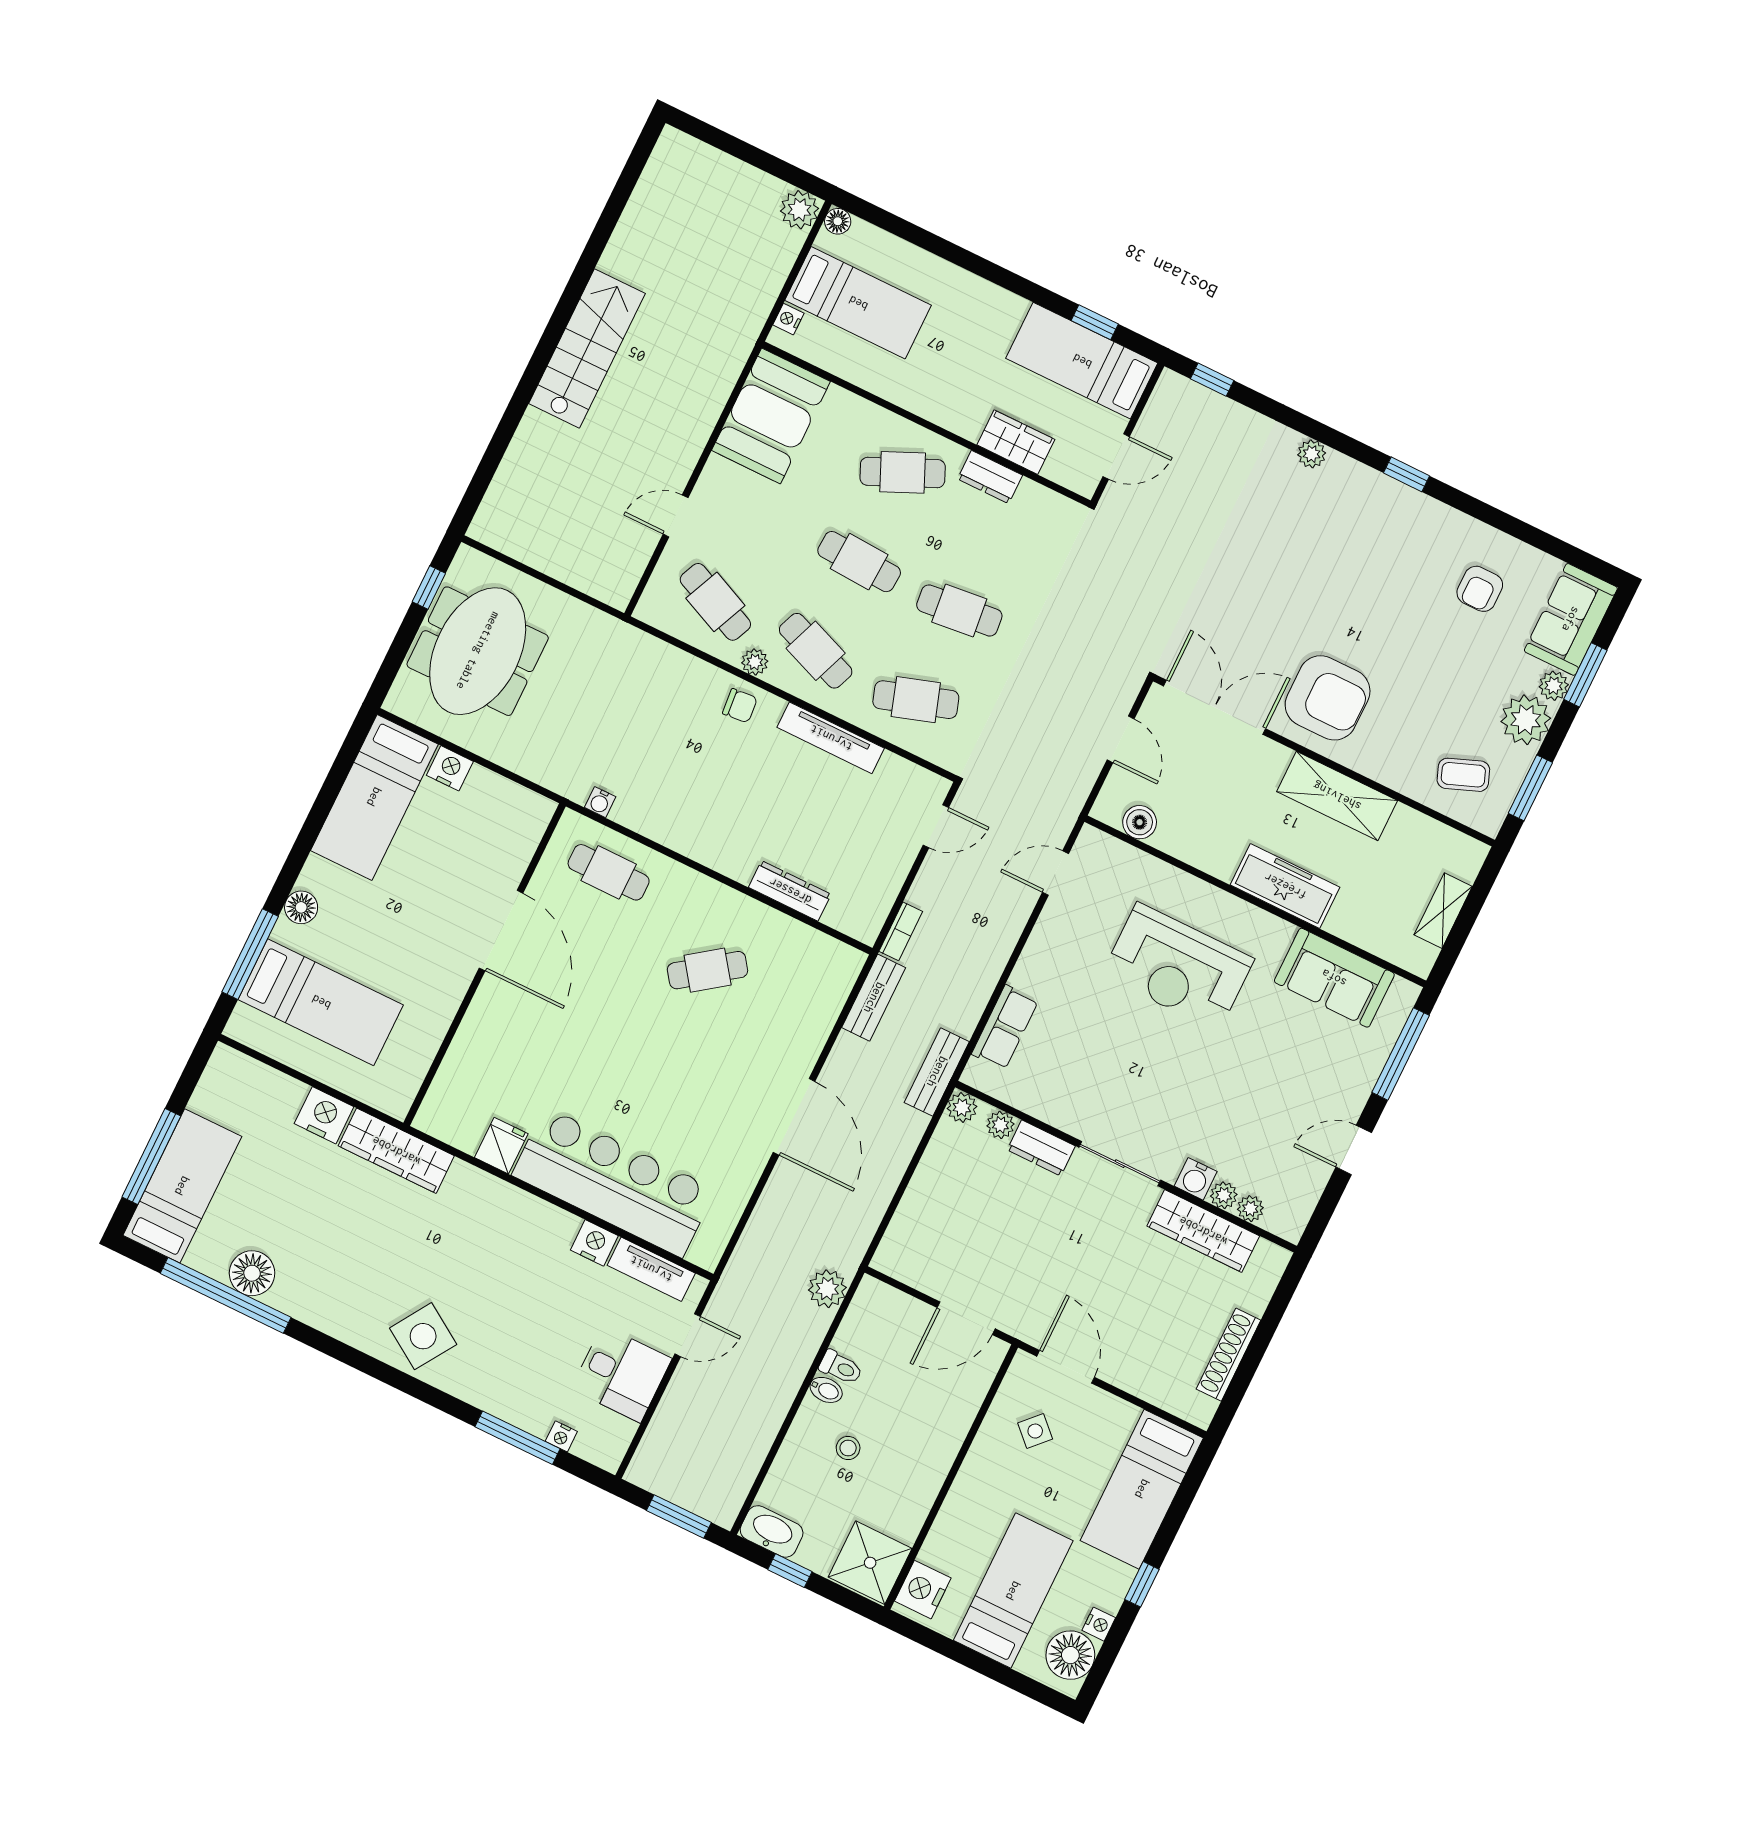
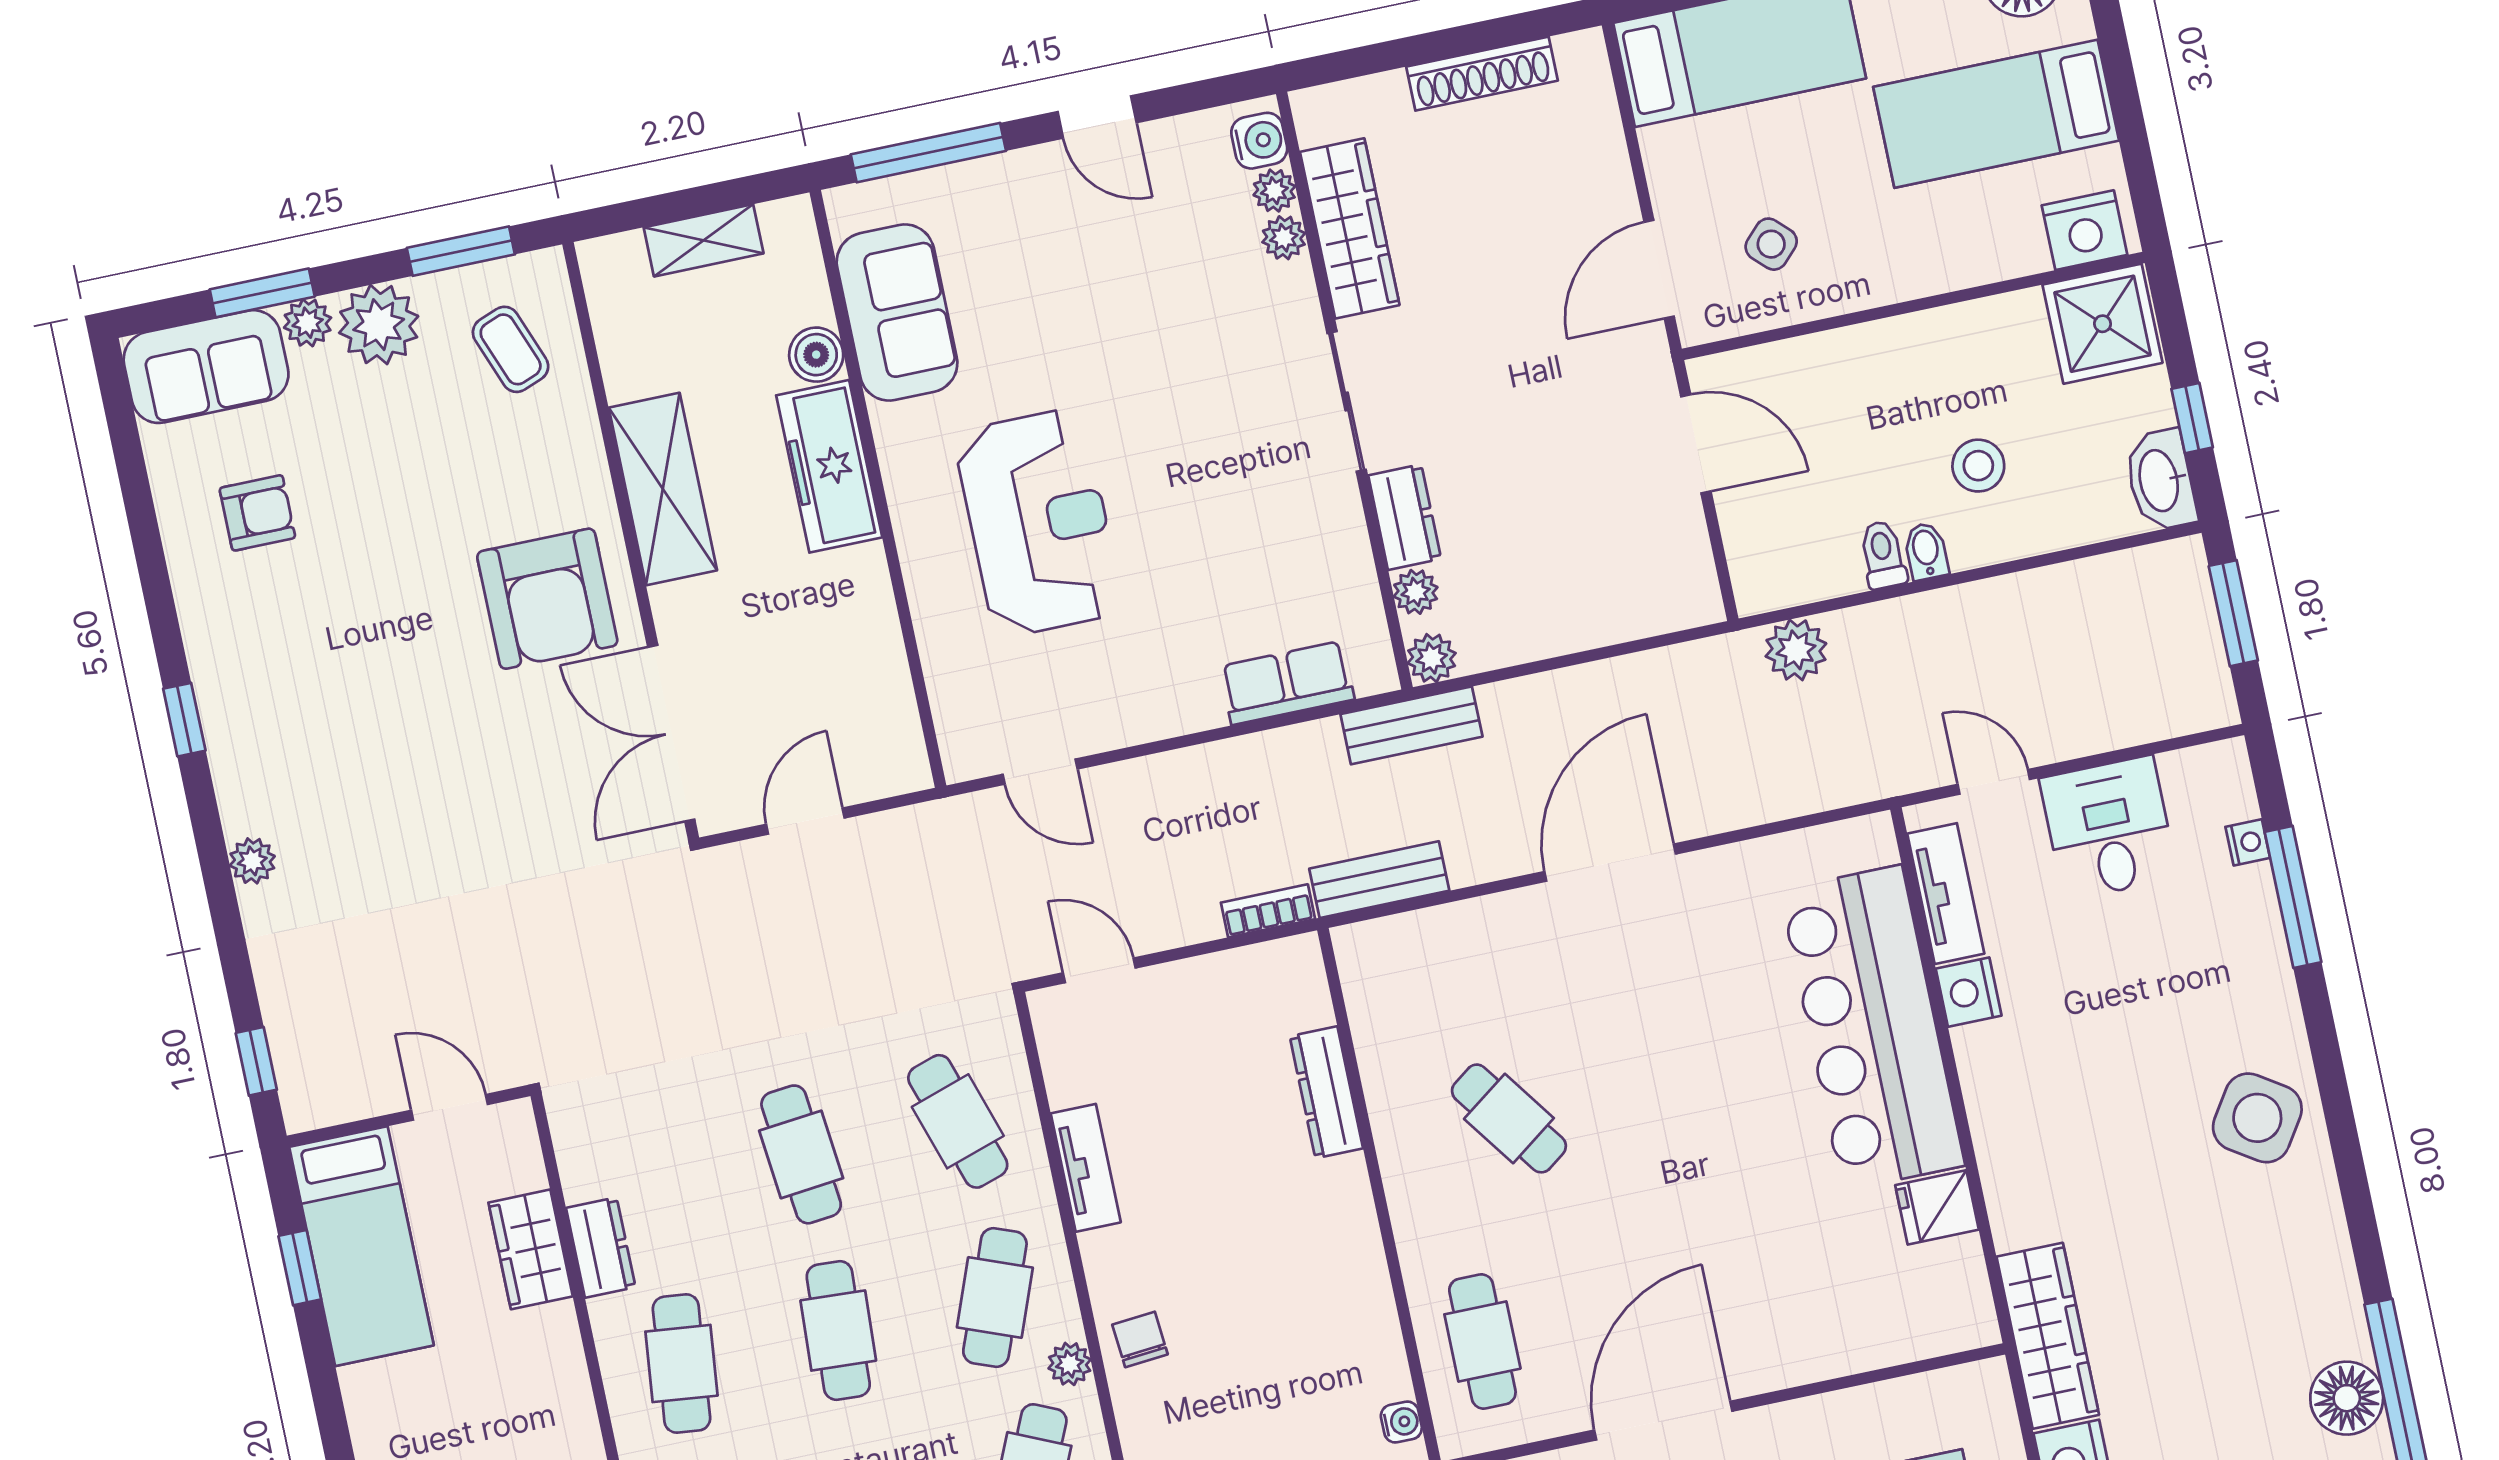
cafe table: (903, 472) -> (682, 1364), turned 30
armchair: (1328, 698) -> (547, 599), turned 180
tv unit: (831, 738) -> (1086, 1168), width x0.71
boiler: (1140, 822) -> (816, 355), moved
water cooler: (1196, 1179) -> (1259, 141), moved
stool: (848, 1448) -> (1978, 466), width x1.37, depth x1.37

